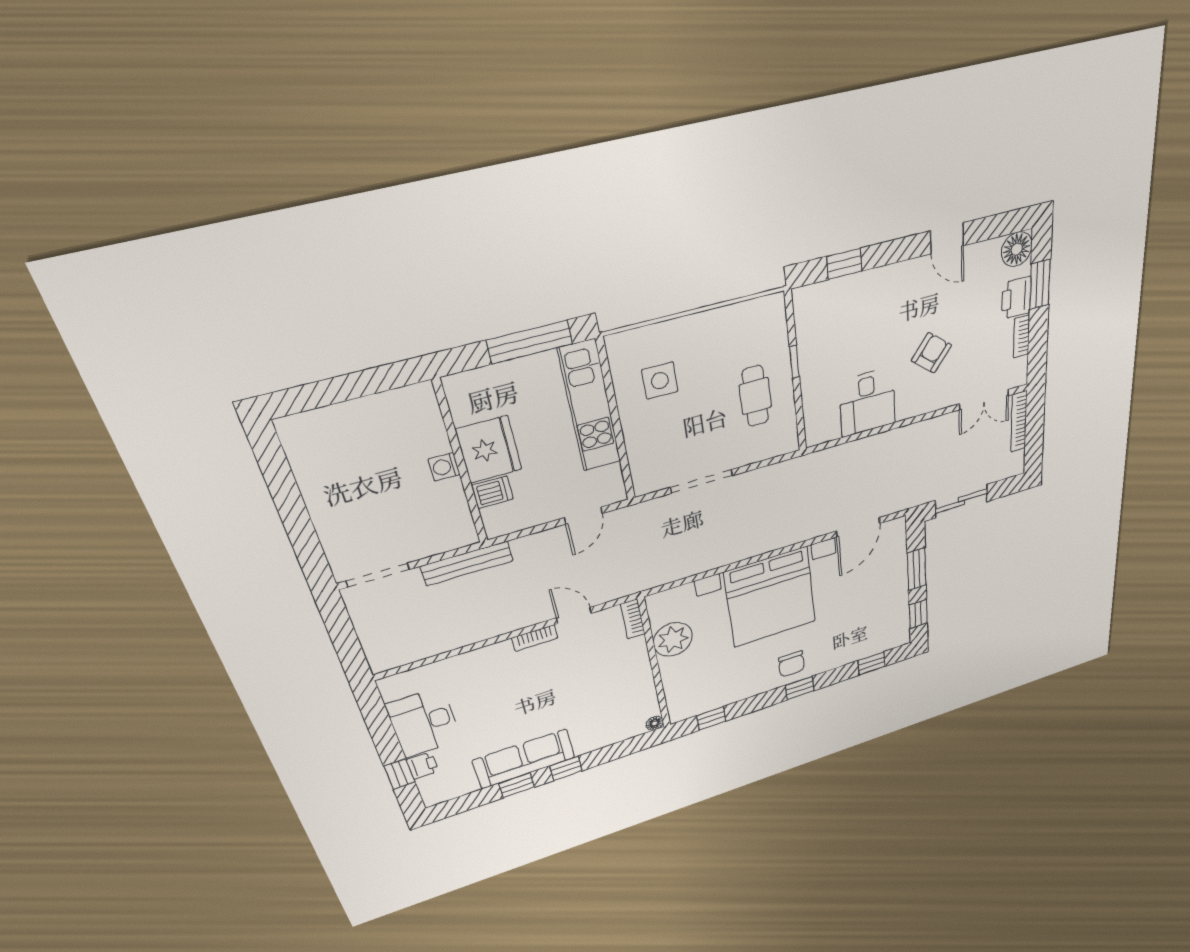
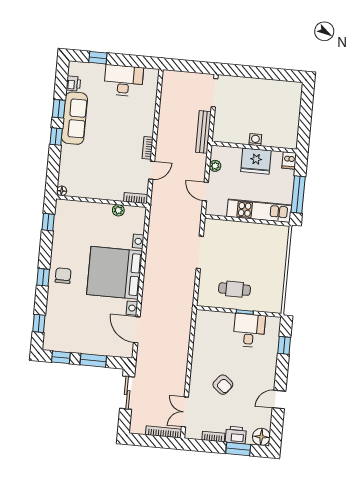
side table: (660, 381) -> (259, 246), removed
desk: (867, 402) -> (249, 330), moved, turned 90
dishwasher: (492, 492) -> (289, 160), moved
plant: (527, 518) -> (215, 166), added
plant: (673, 639) -> (118, 210), width x0.53, depth x0.53
chair: (791, 664) -> (63, 276), turned 90
printer: (423, 766) -> (73, 84), moved, turned -90

